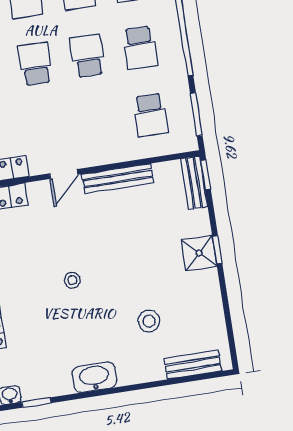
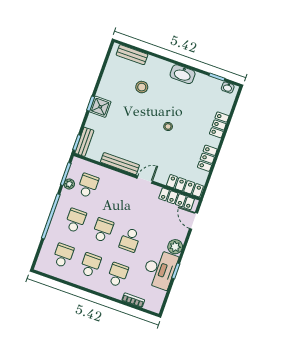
school desk: (88, 56) -> (103, 230), turned 180
plant: (182, 101) -> (69, 184), added

